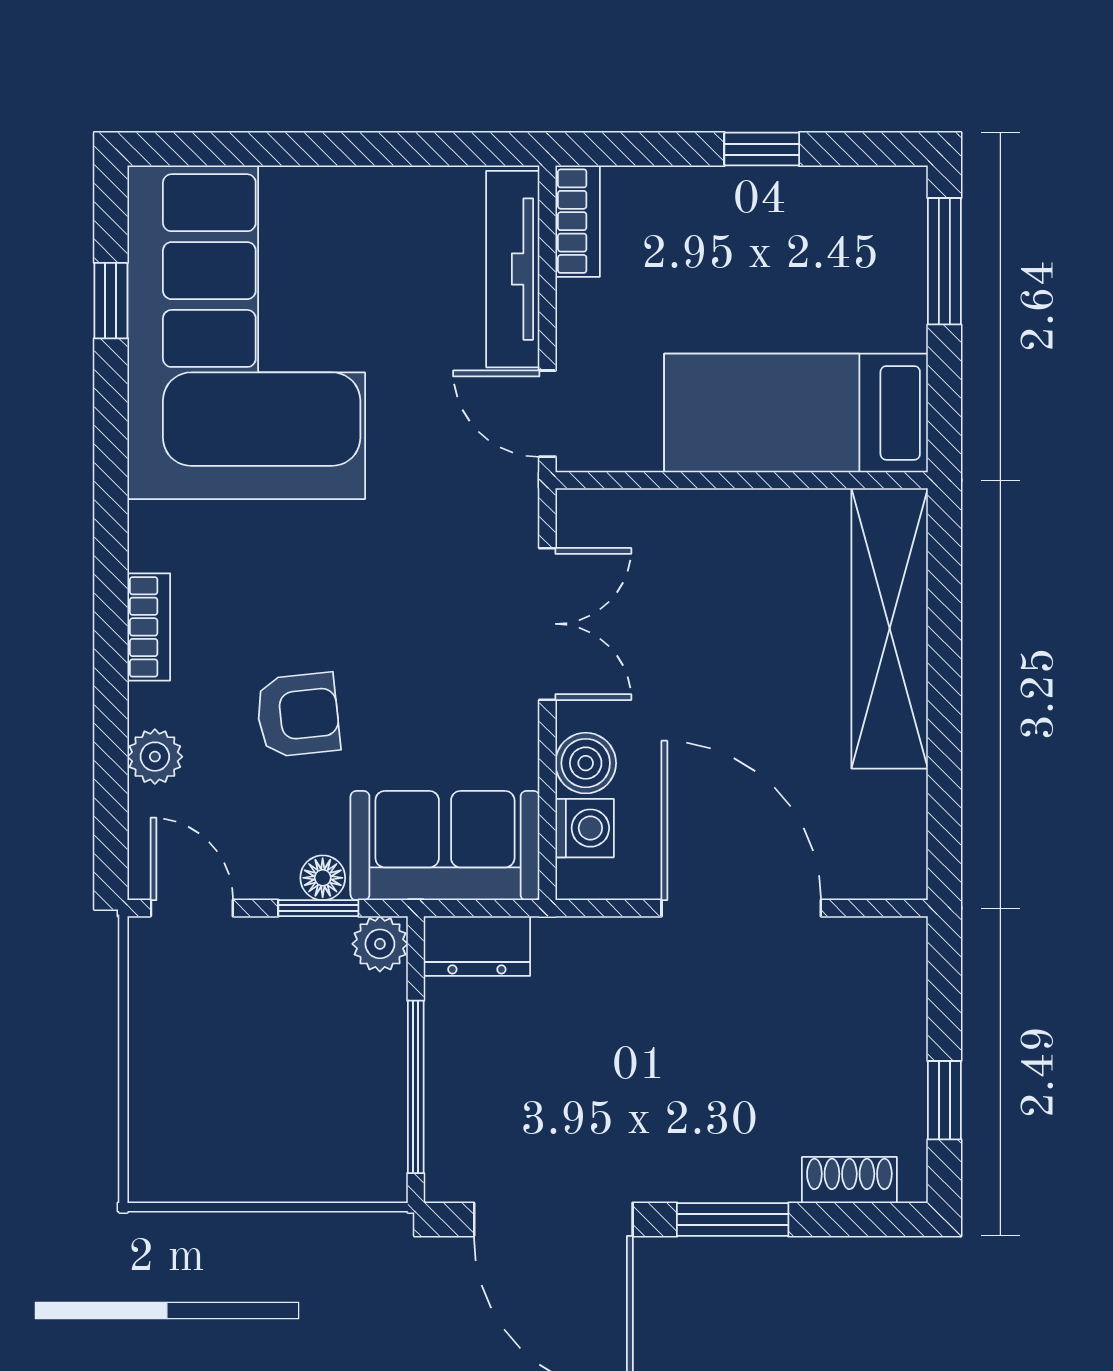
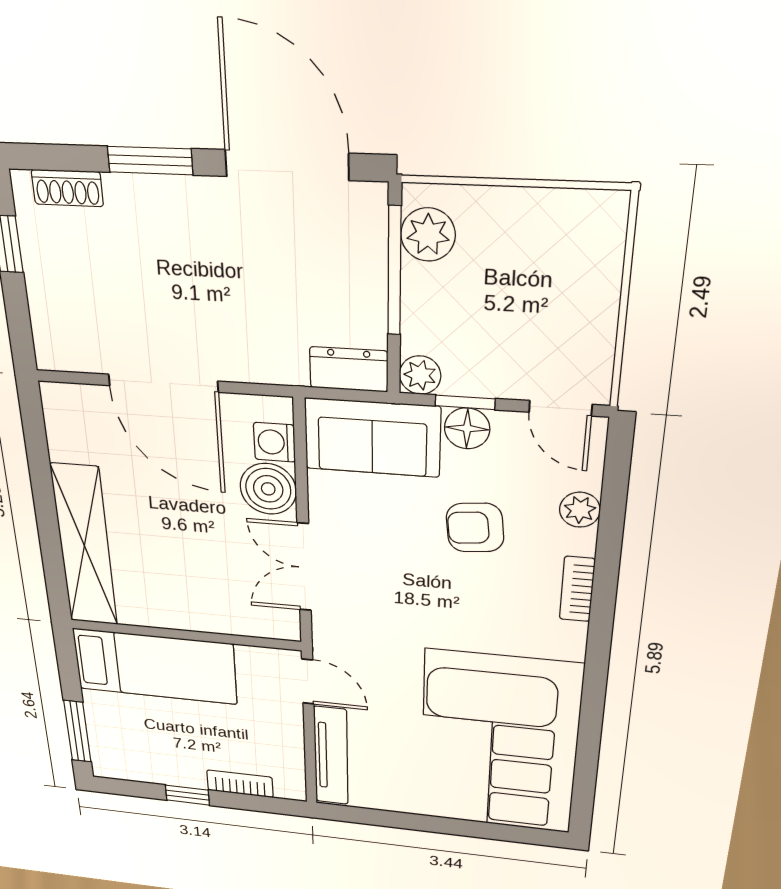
bookcase: (578, 221) -> (240, 784), moved, turned 90
window: (111, 301) -> (586, 768), removed
boiler: (586, 763) -> (268, 489), width x1.36, depth x1.36
floor lamp: (323, 878) -> (467, 428), width x1.37, depth x1.37
plant: (373, 1137) -> (428, 235), added

